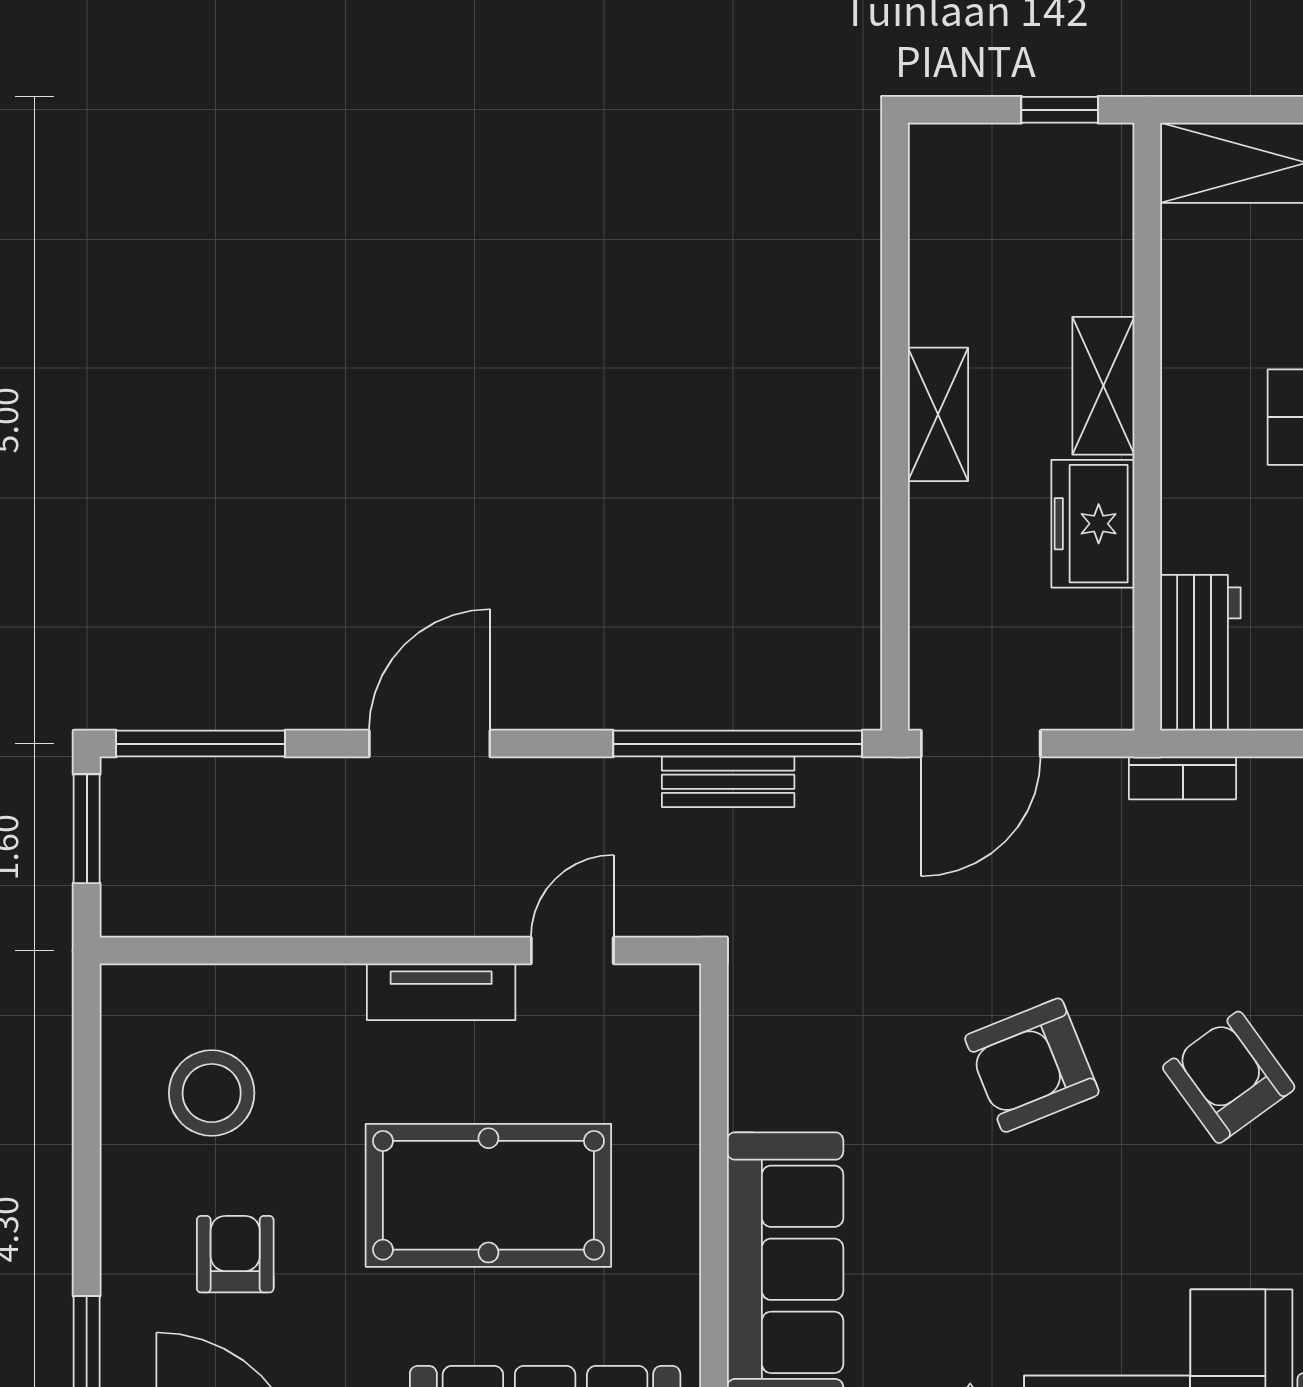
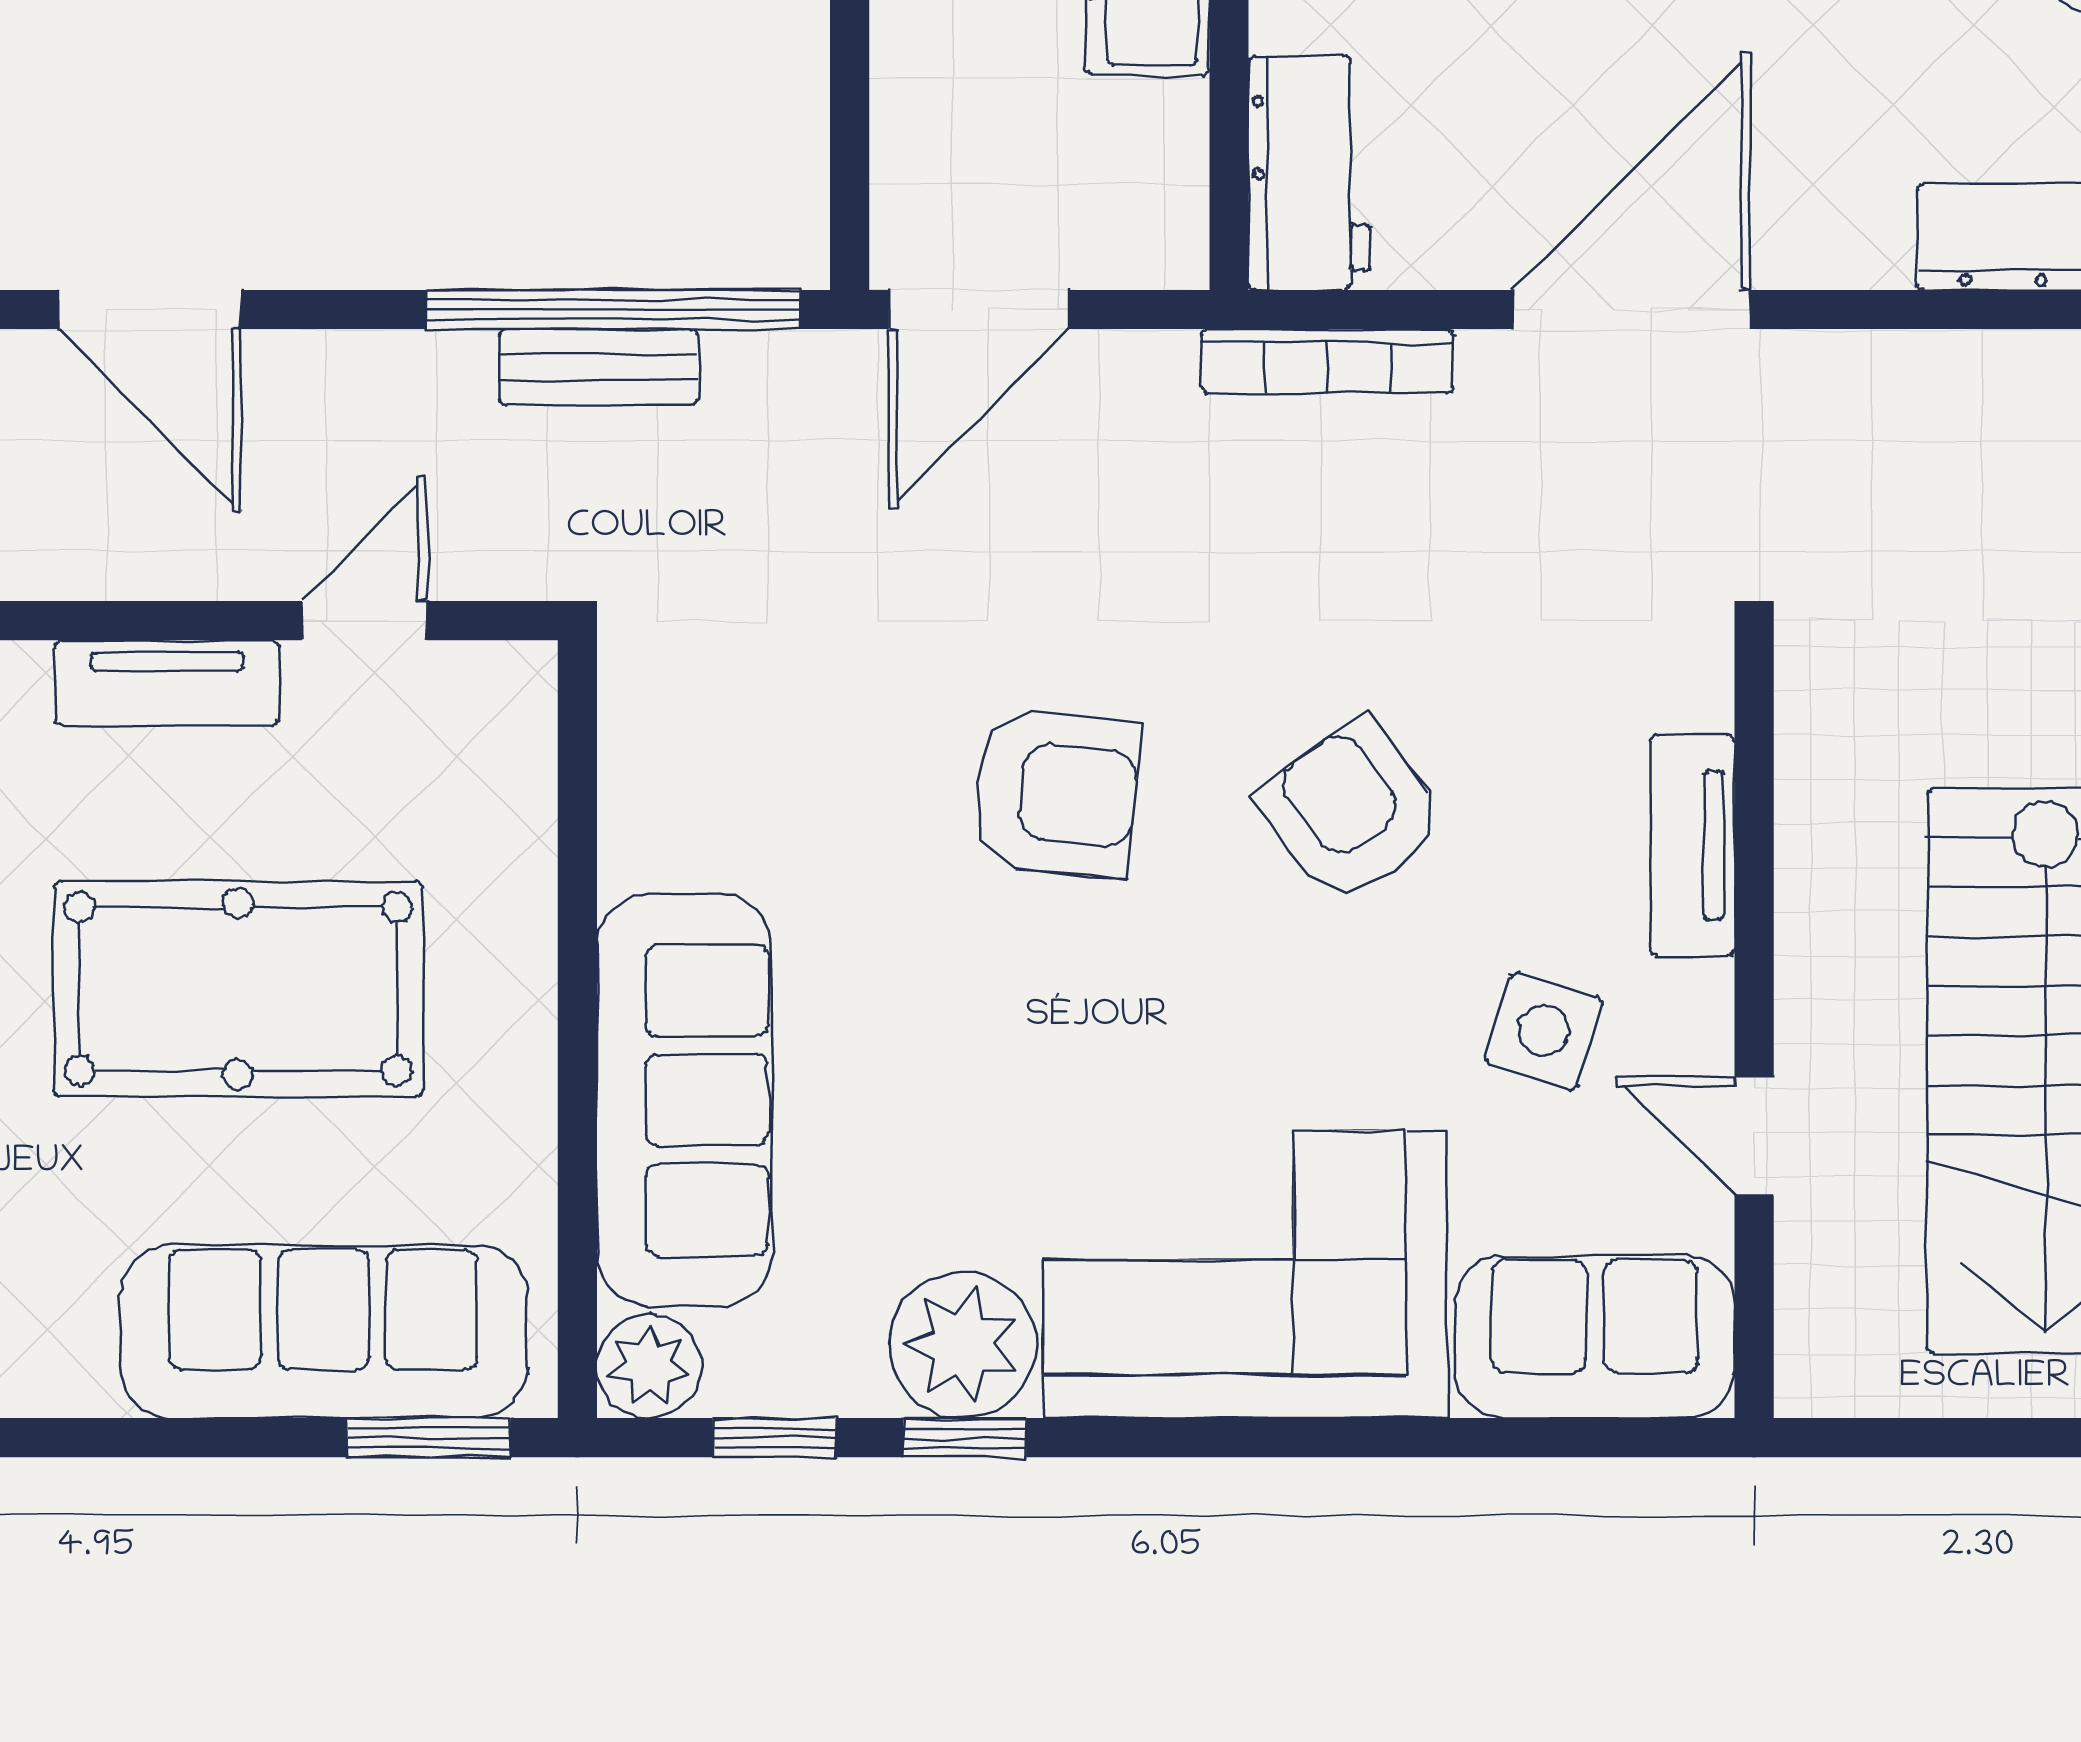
door: (430, 744) -> (150, 309), swing flipped
bookcase: (1183, 778) -> (1327, 361), width x1.56
armchair: (1032, 1065) -> (1055, 793), turned -152

